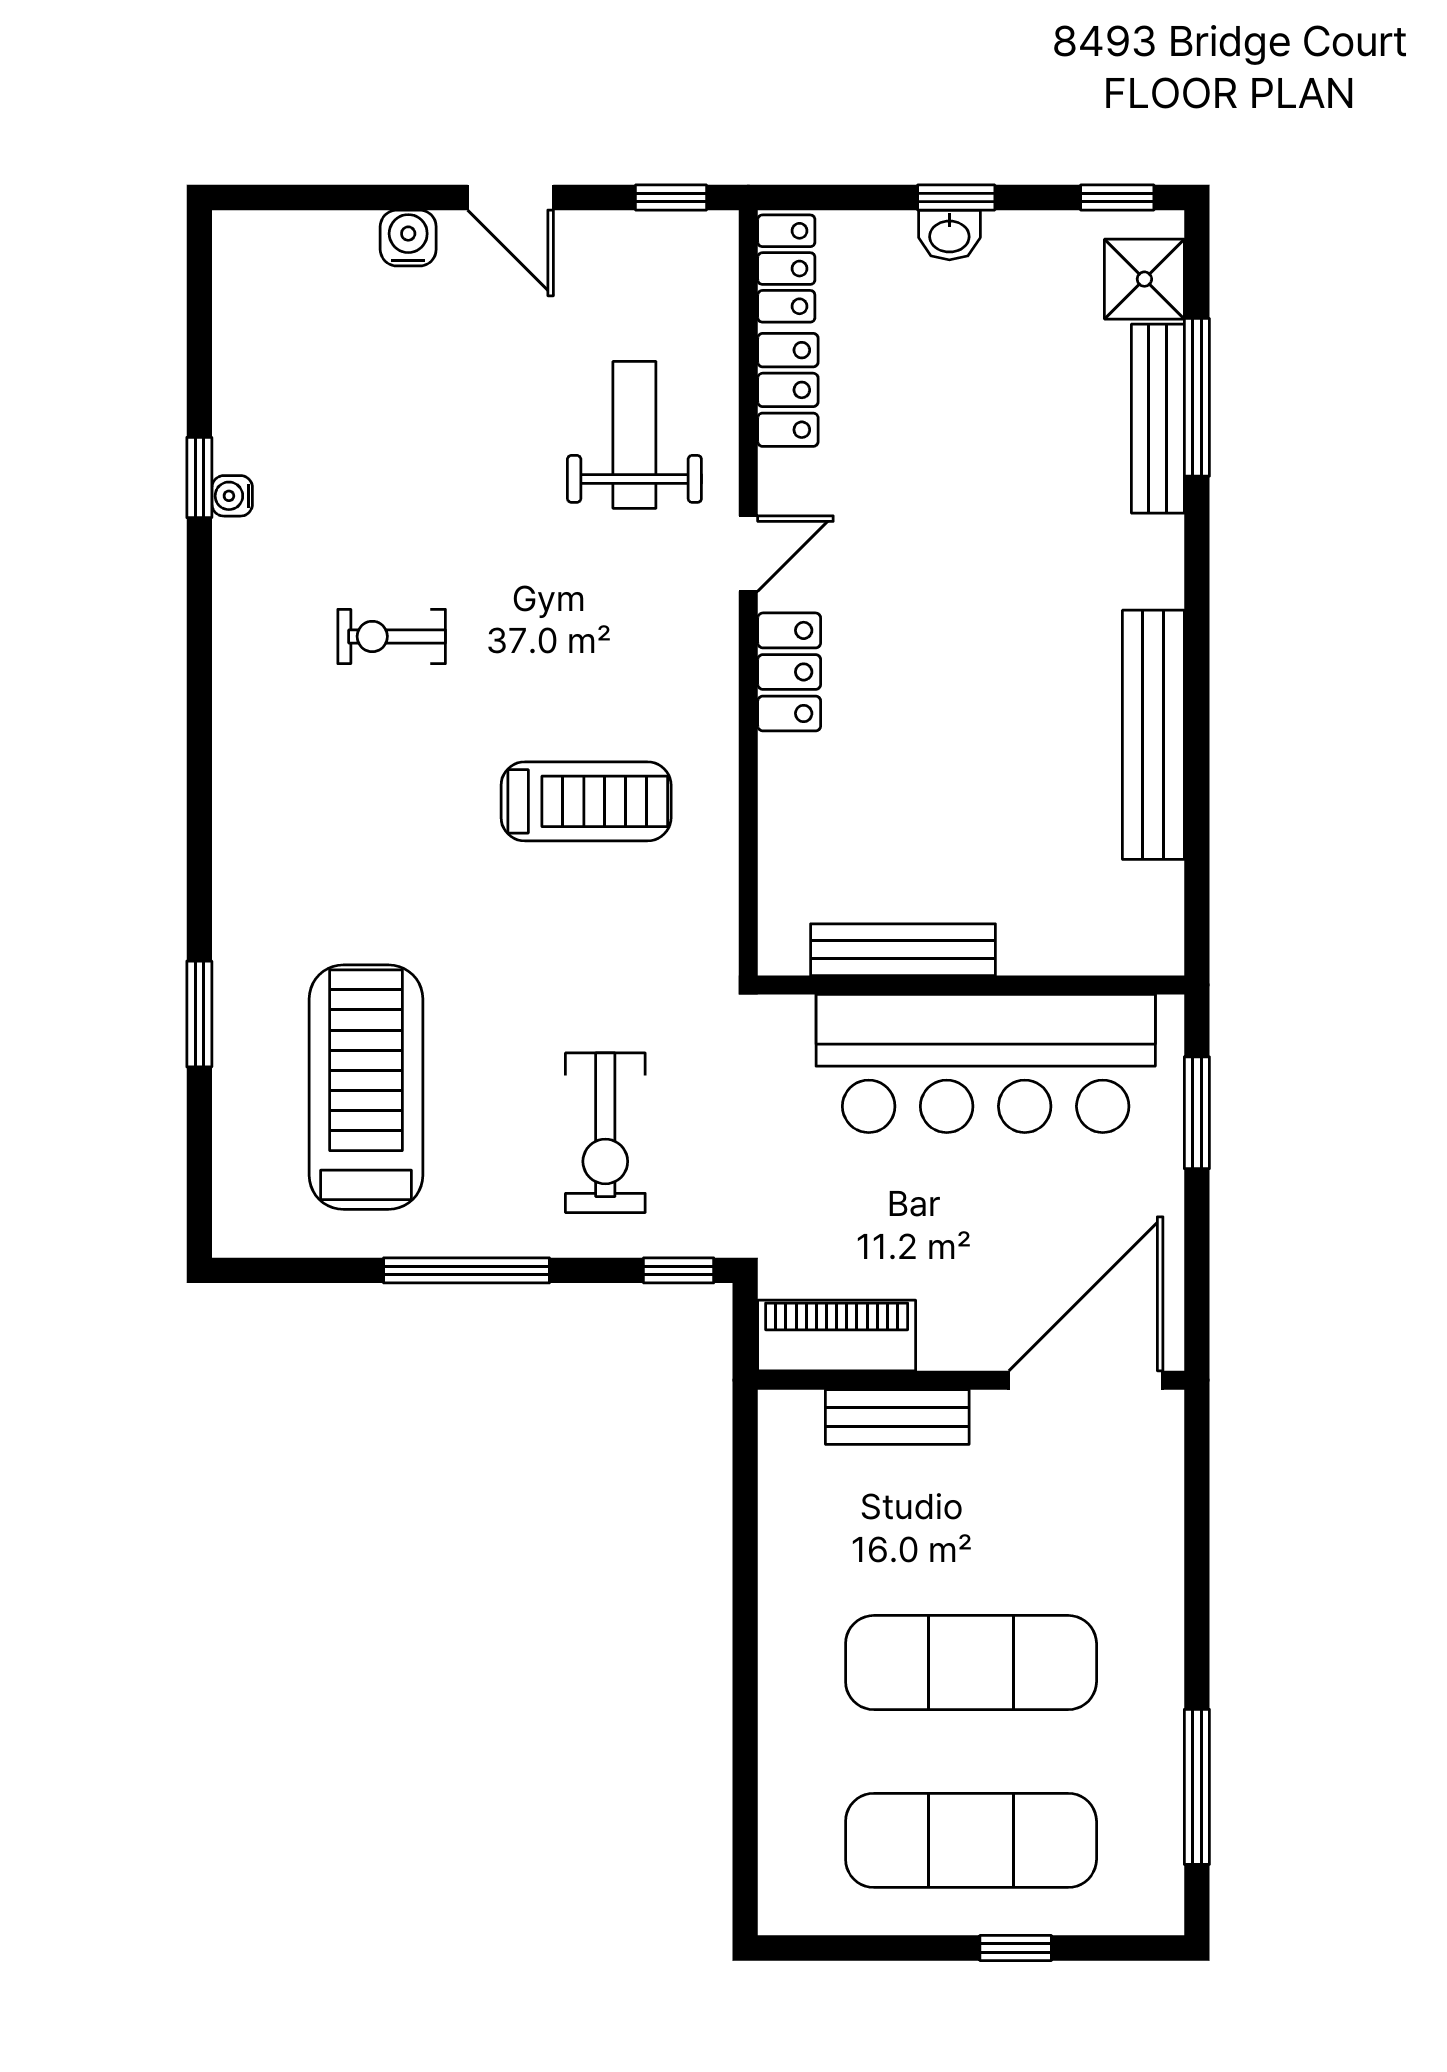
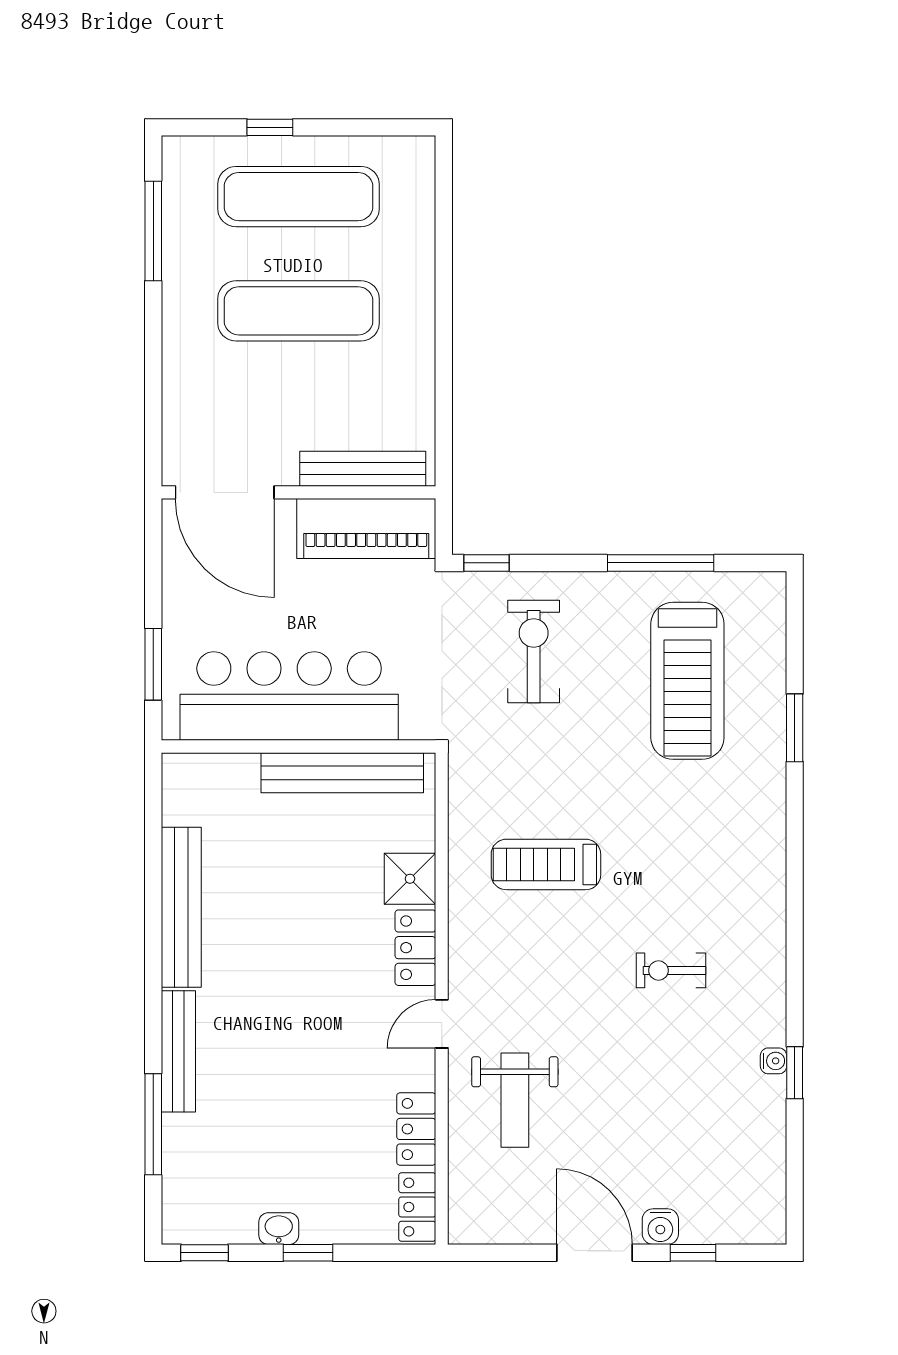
door: (511, 198) -> (595, 1253), width x1.38
window: (671, 198) -> (693, 1253), moved
washbasin: (949, 235) -> (279, 1229), moved
shower: (1144, 279) -> (410, 879), moved
bench: (1158, 419) -> (178, 1051), moved
exercise bike: (392, 636) -> (671, 970), turned 180
bench: (903, 950) -> (342, 773), width x1.37, depth x1.21
window: (467, 1270) -> (661, 563), moved
piano: (837, 1335) -> (366, 529), width x1.37, depth x1.33
door: (1086, 1380) -> (225, 492), hinge flipped
bench: (897, 1417) -> (363, 469), width x1.36

